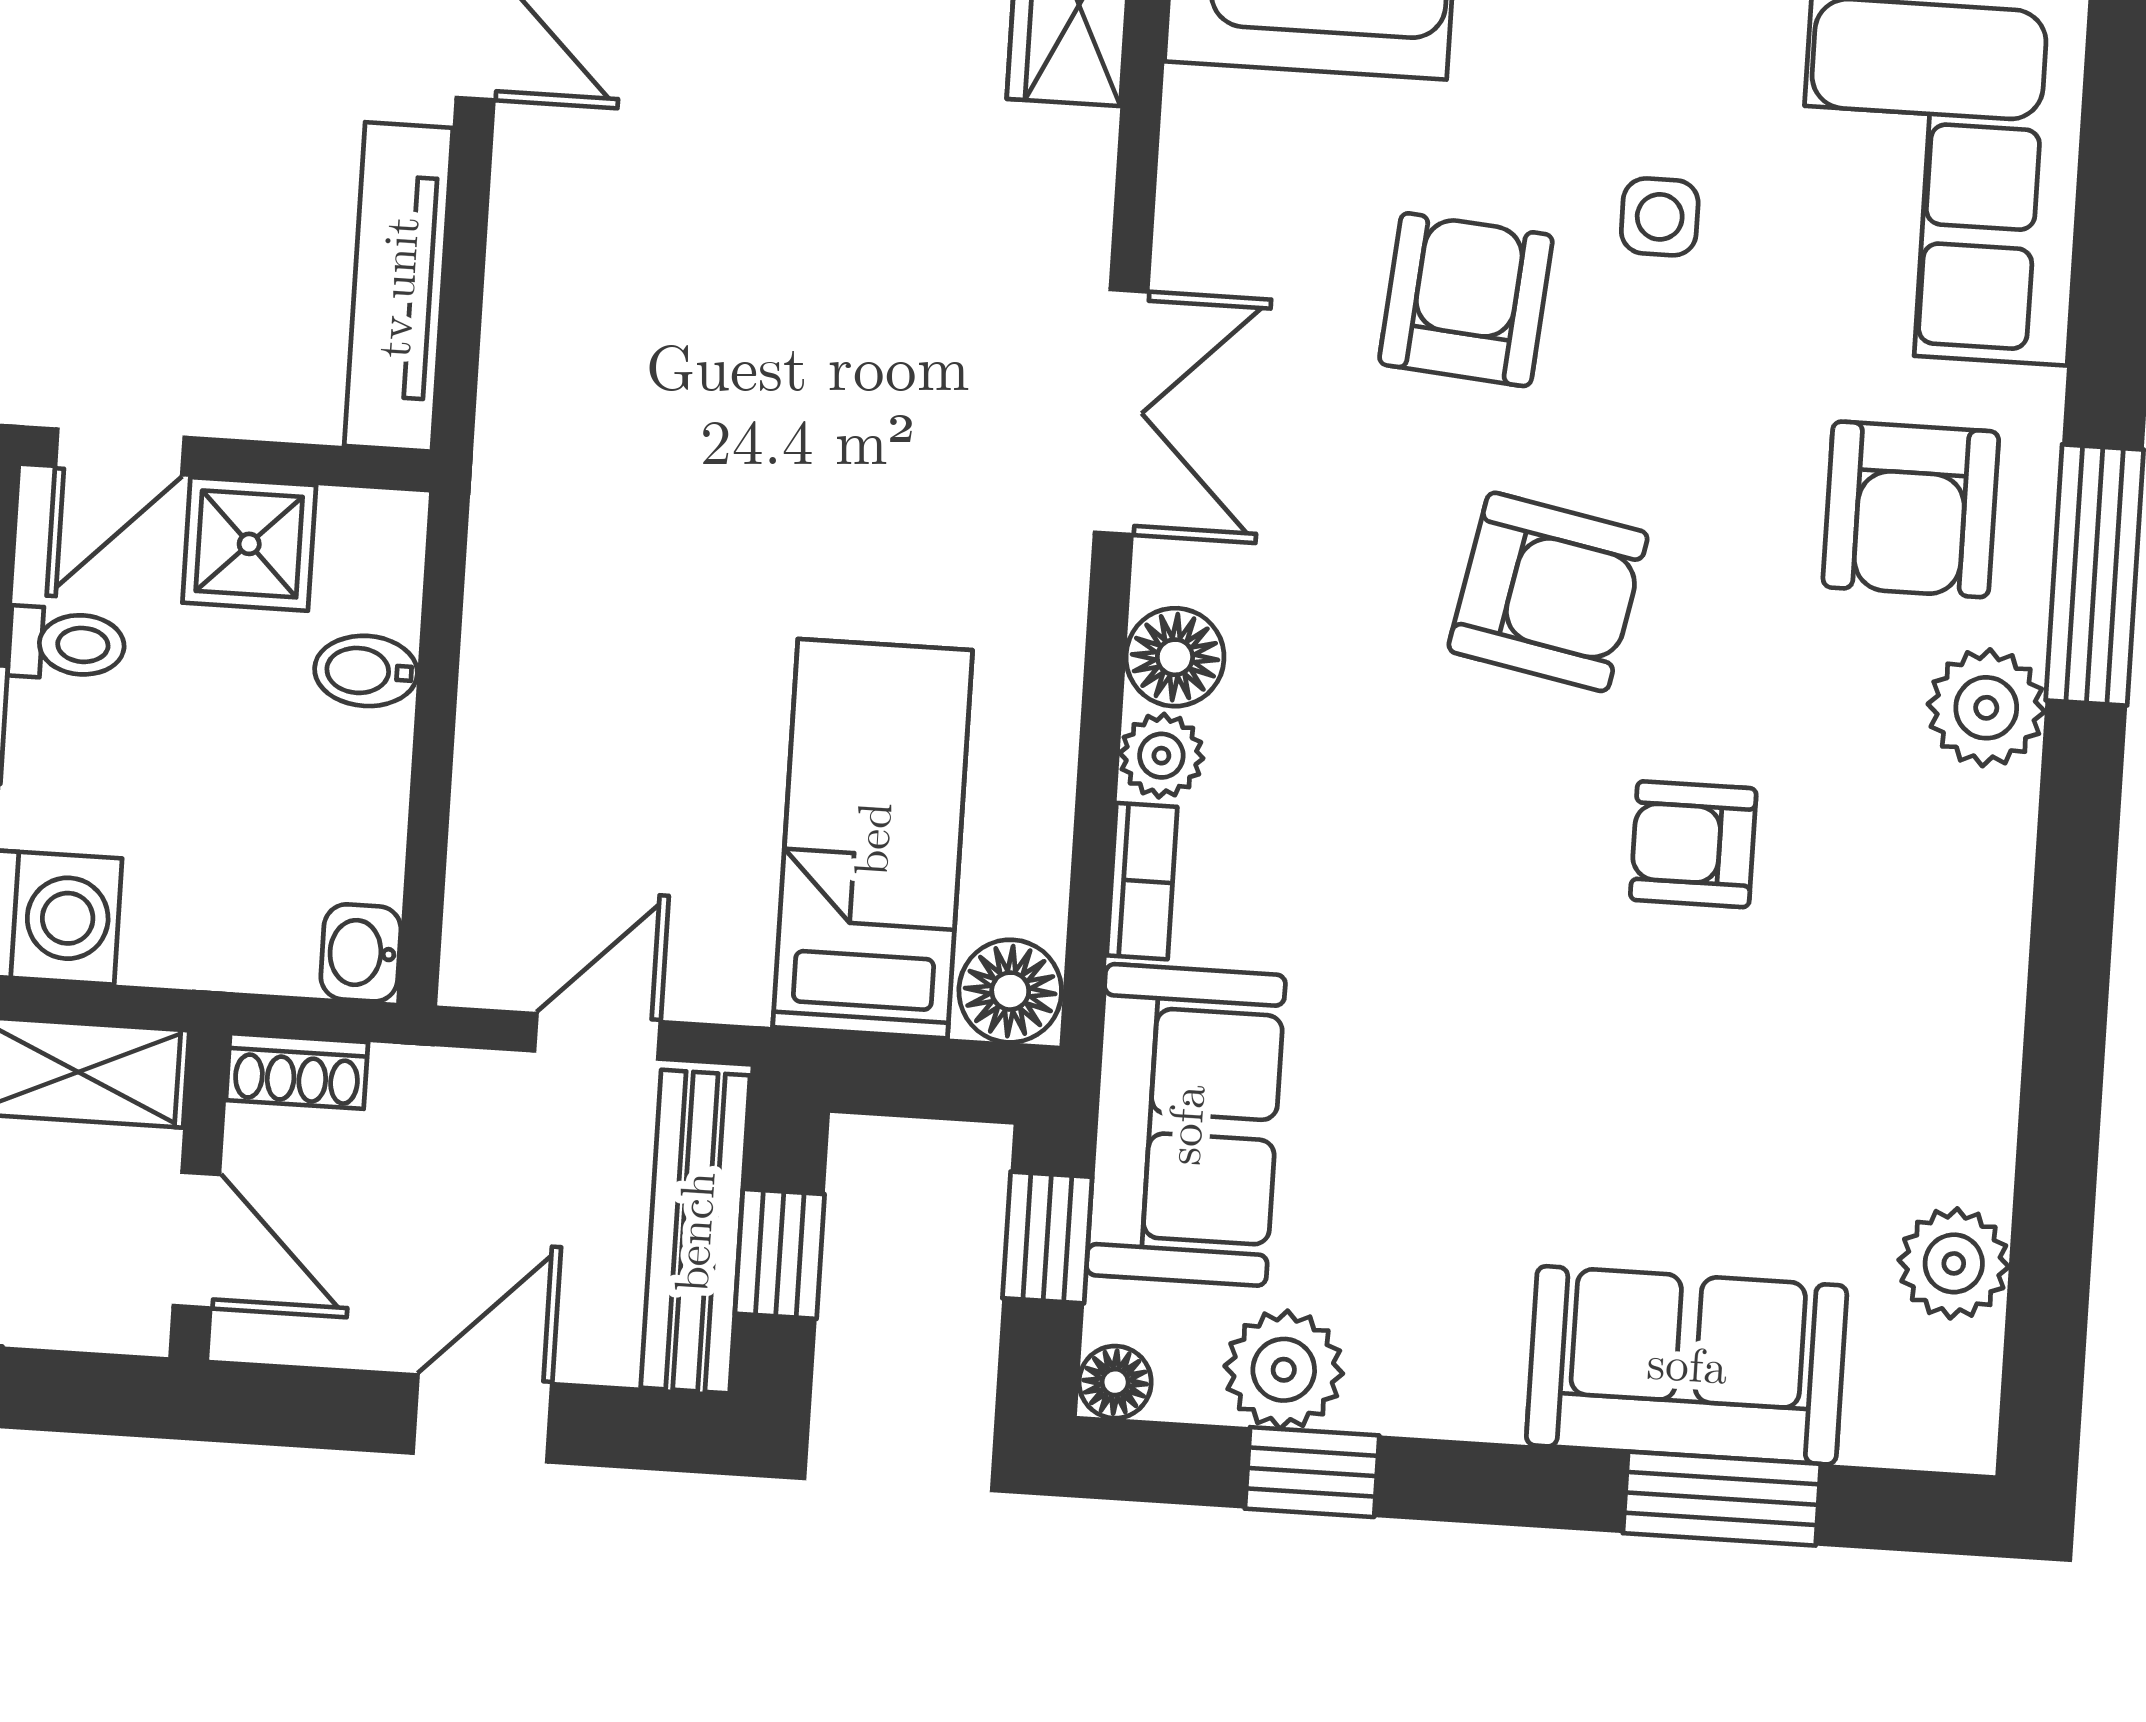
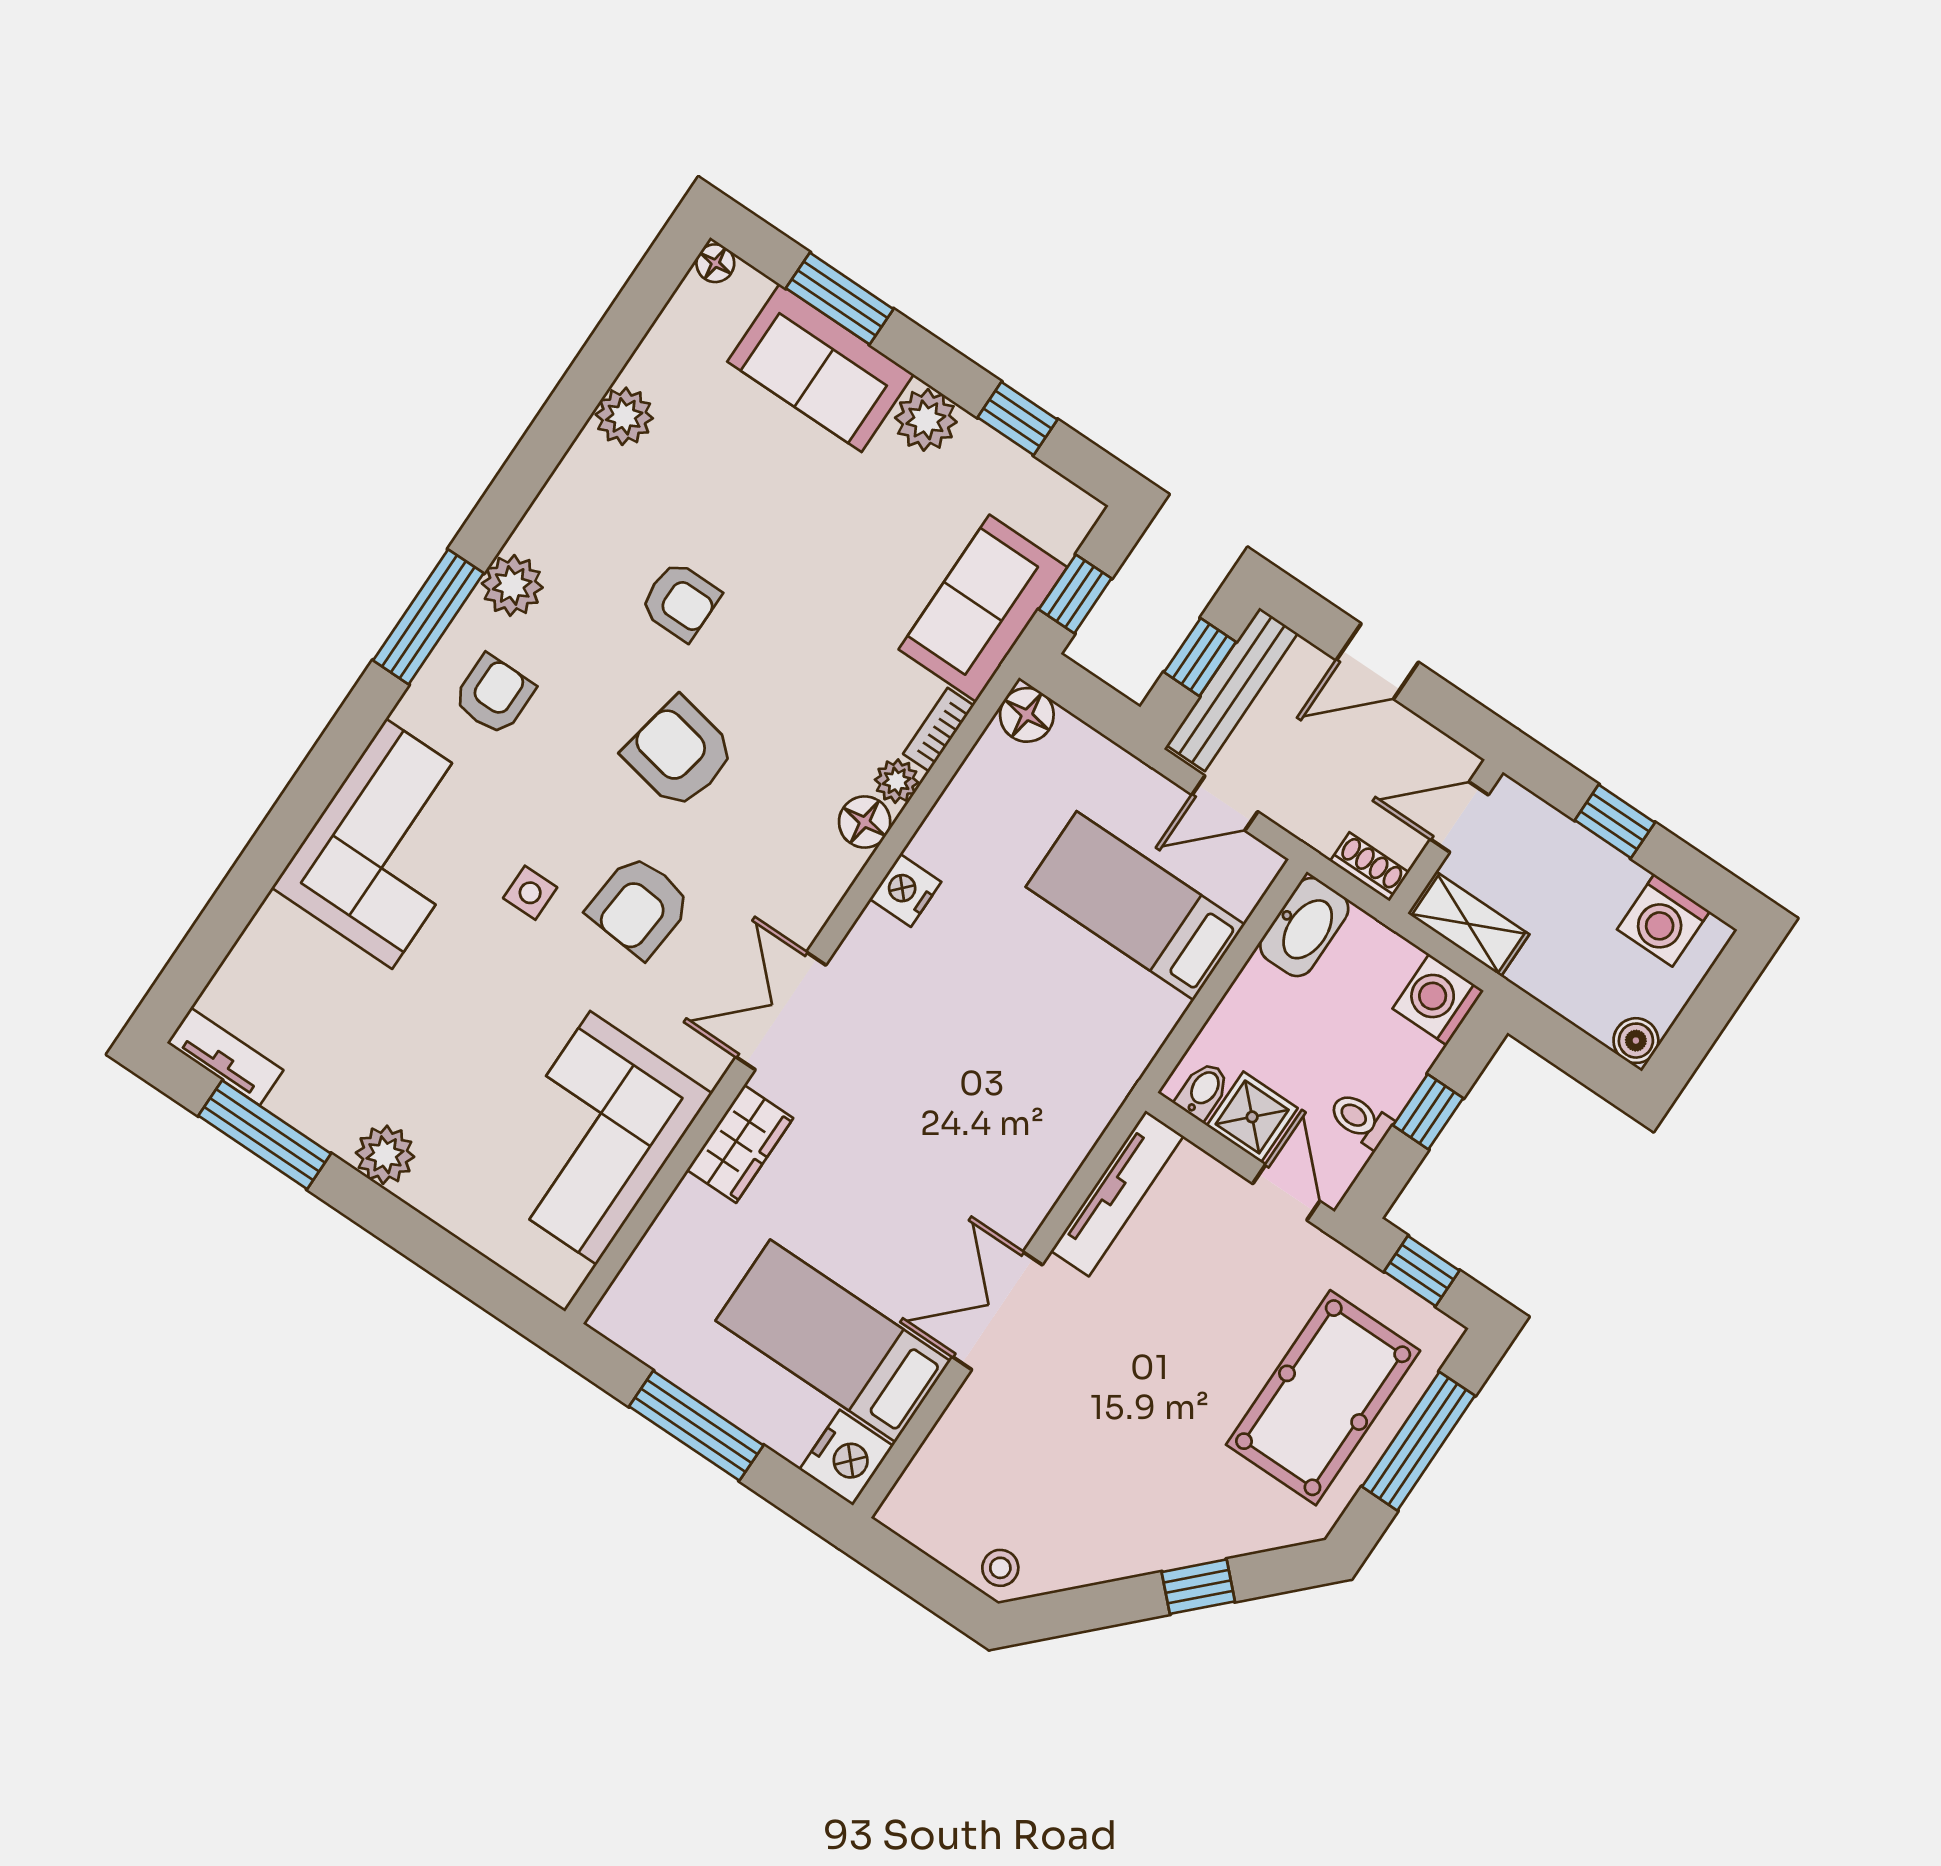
double door: (1121, 412) -> (781, 1011), moved
door: (120, 452) -> (1286, 1192), hinge flipped
armchair: (1911, 509) -> (494, 695), width x0.72, depth x0.72
nightstand: (1041, 583) -> (905, 890), added
bidet: (366, 671) -> (1203, 1091), moved, turned -90
bed: (873, 839) -> (1135, 906), moved, turned 90
washbasin: (361, 953) -> (1304, 927), width x1.91, depth x1.45
door: (196, 1240) -> (1459, 817), hinge flipped
plant: (1954, 1263) -> (624, 416), moved
plant: (1284, 1370) -> (926, 420), moved
floor lamp: (1115, 1382) -> (715, 263), moved

